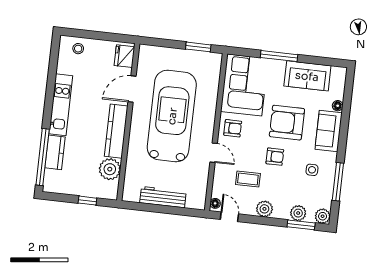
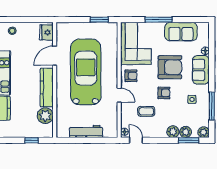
armchair: (287, 123) -> (170, 67), turned 180
plant: (264, 209) -> (173, 132), moved

